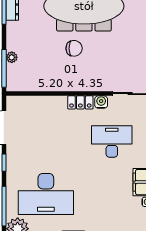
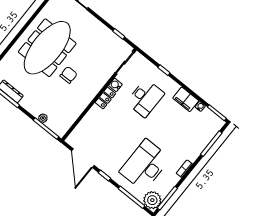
desk: (112, 141) -> (145, 98), turned 180
desk: (46, 194) -> (145, 165), turned 180

